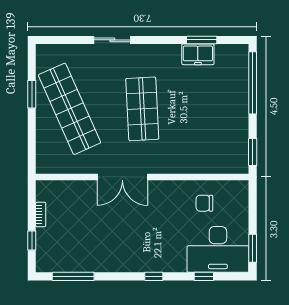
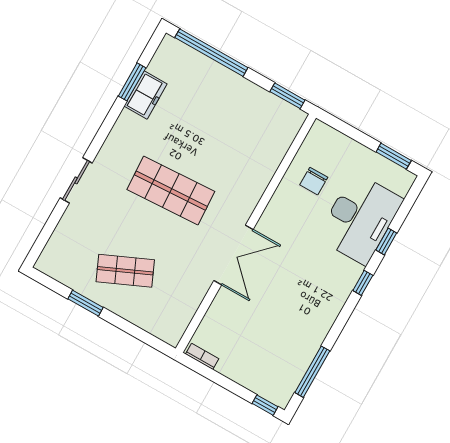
shop shelf: (69, 109) -> (125, 271), width x0.50, depth x0.74
bookcase: (41, 214) -> (202, 356), moved
window: (32, 241) -> (265, 405), moved
desk: (218, 249) -> (360, 219), moved
window: (204, 276) -> (386, 241), moved

